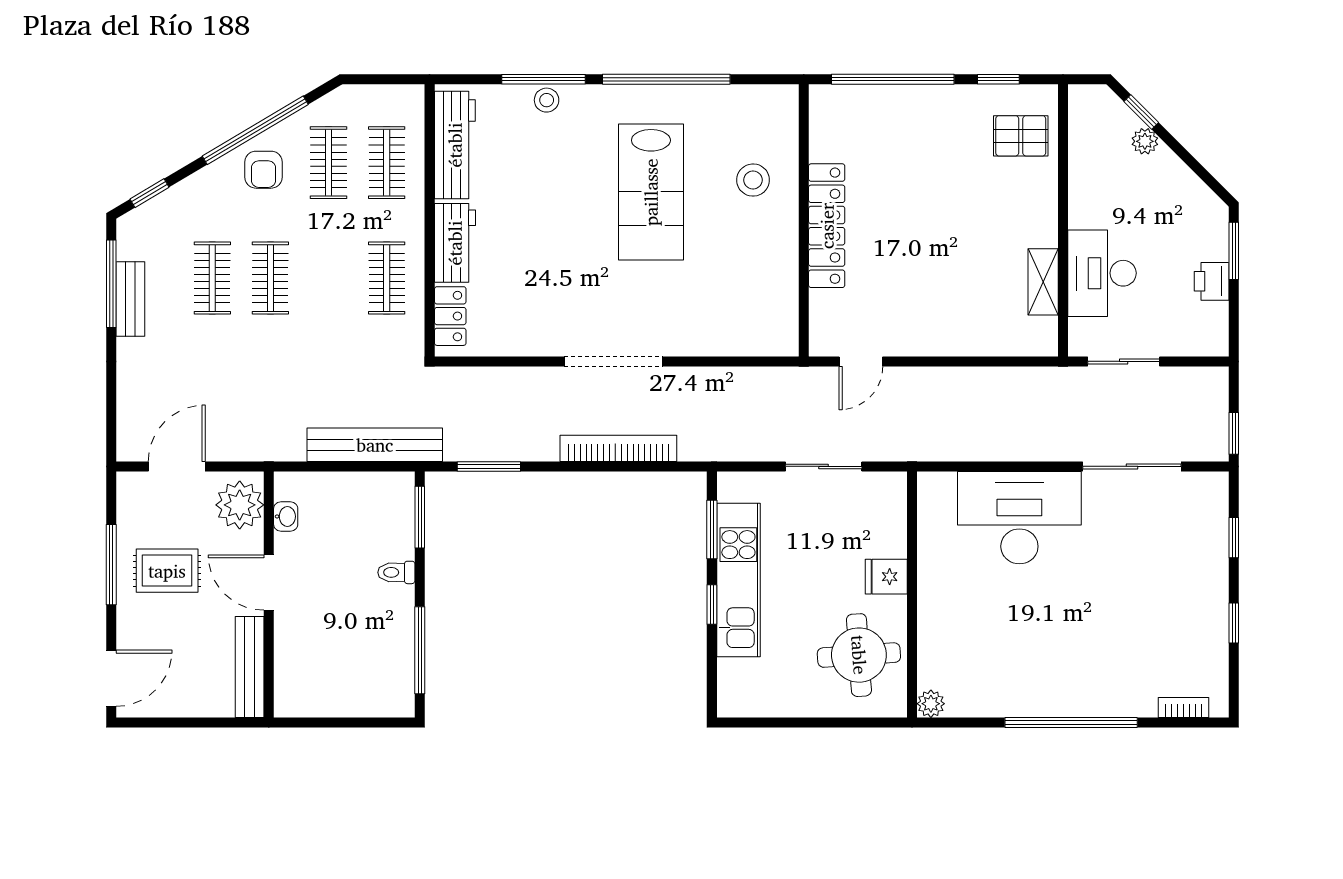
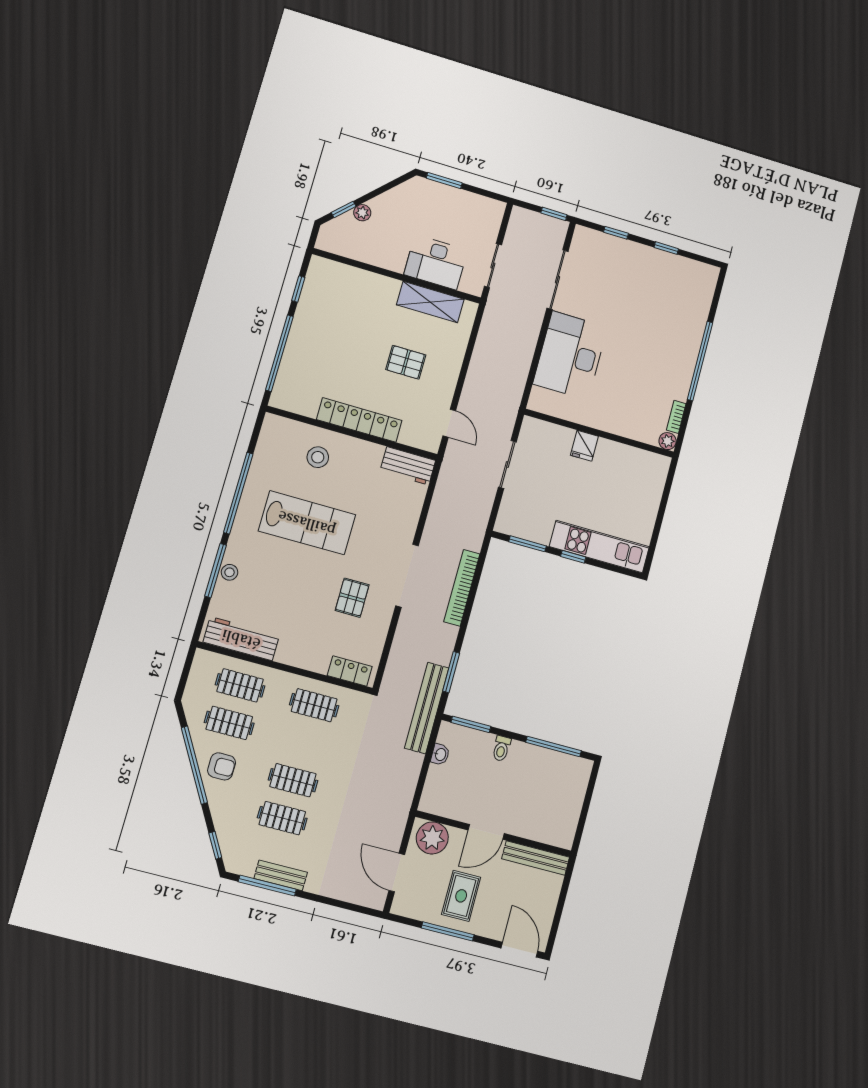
pallet: (1021, 136) -> (406, 362), moved, turned 90
workbench: (455, 243) -> (408, 466), moved, turned 180
printer: (1212, 281) -> (459, 199), removed
shelving: (1043, 282) -> (430, 302), width x1.50, depth x1.33
pallet: (559, 289) -> (352, 598), added
bench: (375, 445) -> (427, 708), moved
washbasin: (286, 516) -> (440, 754), moved, turned 90
kitchen unit: (738, 580) -> (599, 547), moved
round table: (859, 655) -> (627, 476), removed
bookcase: (1183, 708) -> (676, 417), moved

